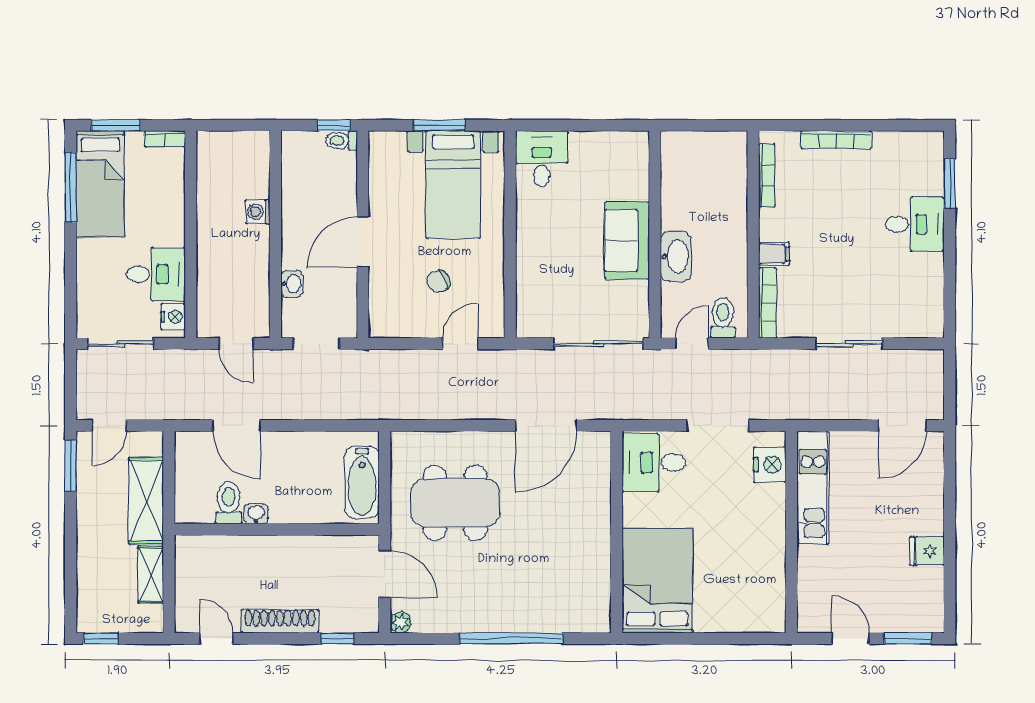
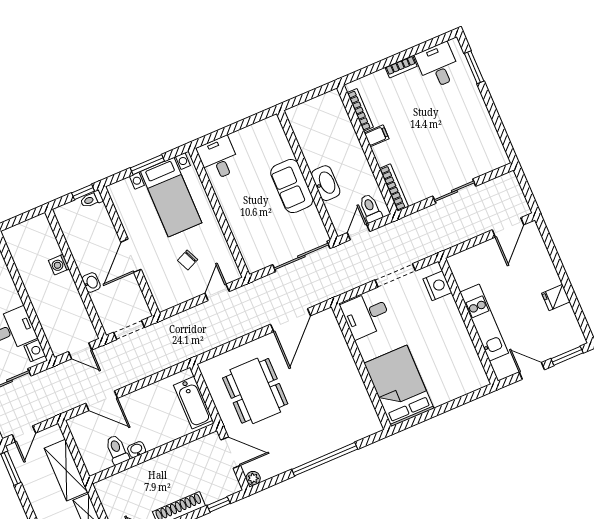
bookcase: (836, 140) -> (401, 67), width x0.64
desk: (915, 224) -> (438, 66), moved, turned -90
filing cabinet: (774, 254) -> (377, 136), moved
washbasin: (292, 284) -> (91, 283), moved
kitchen unit: (813, 488) -> (484, 323), moved
dining table: (455, 503) -> (255, 391), turned 90

